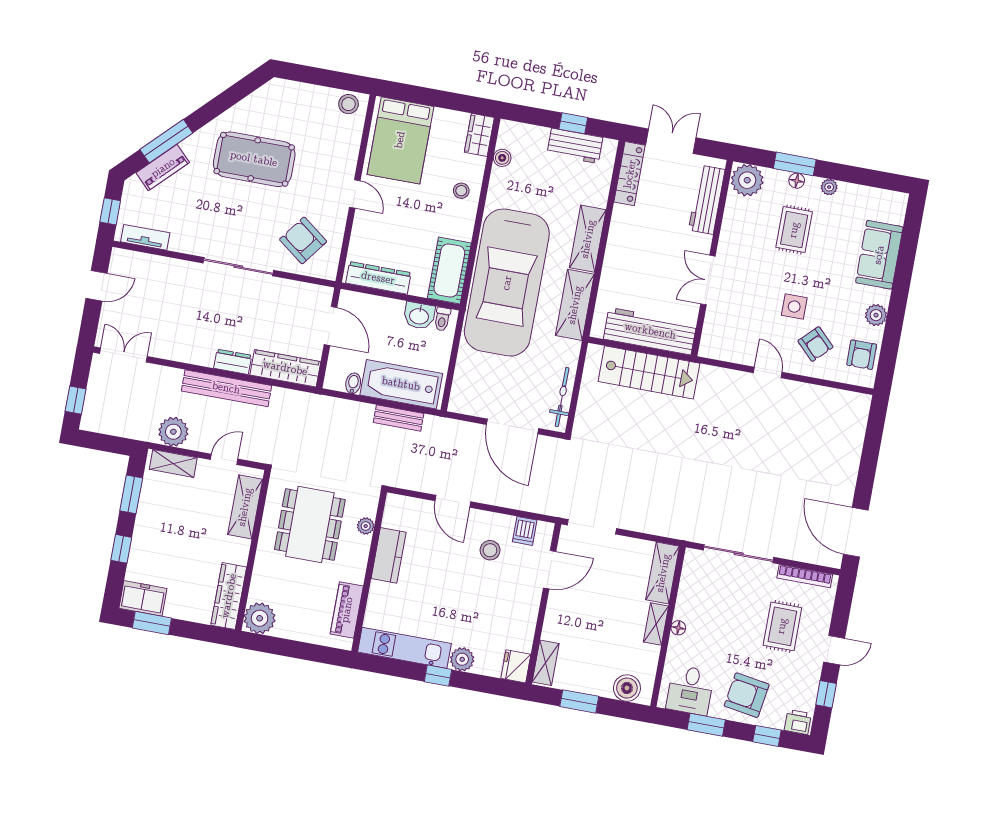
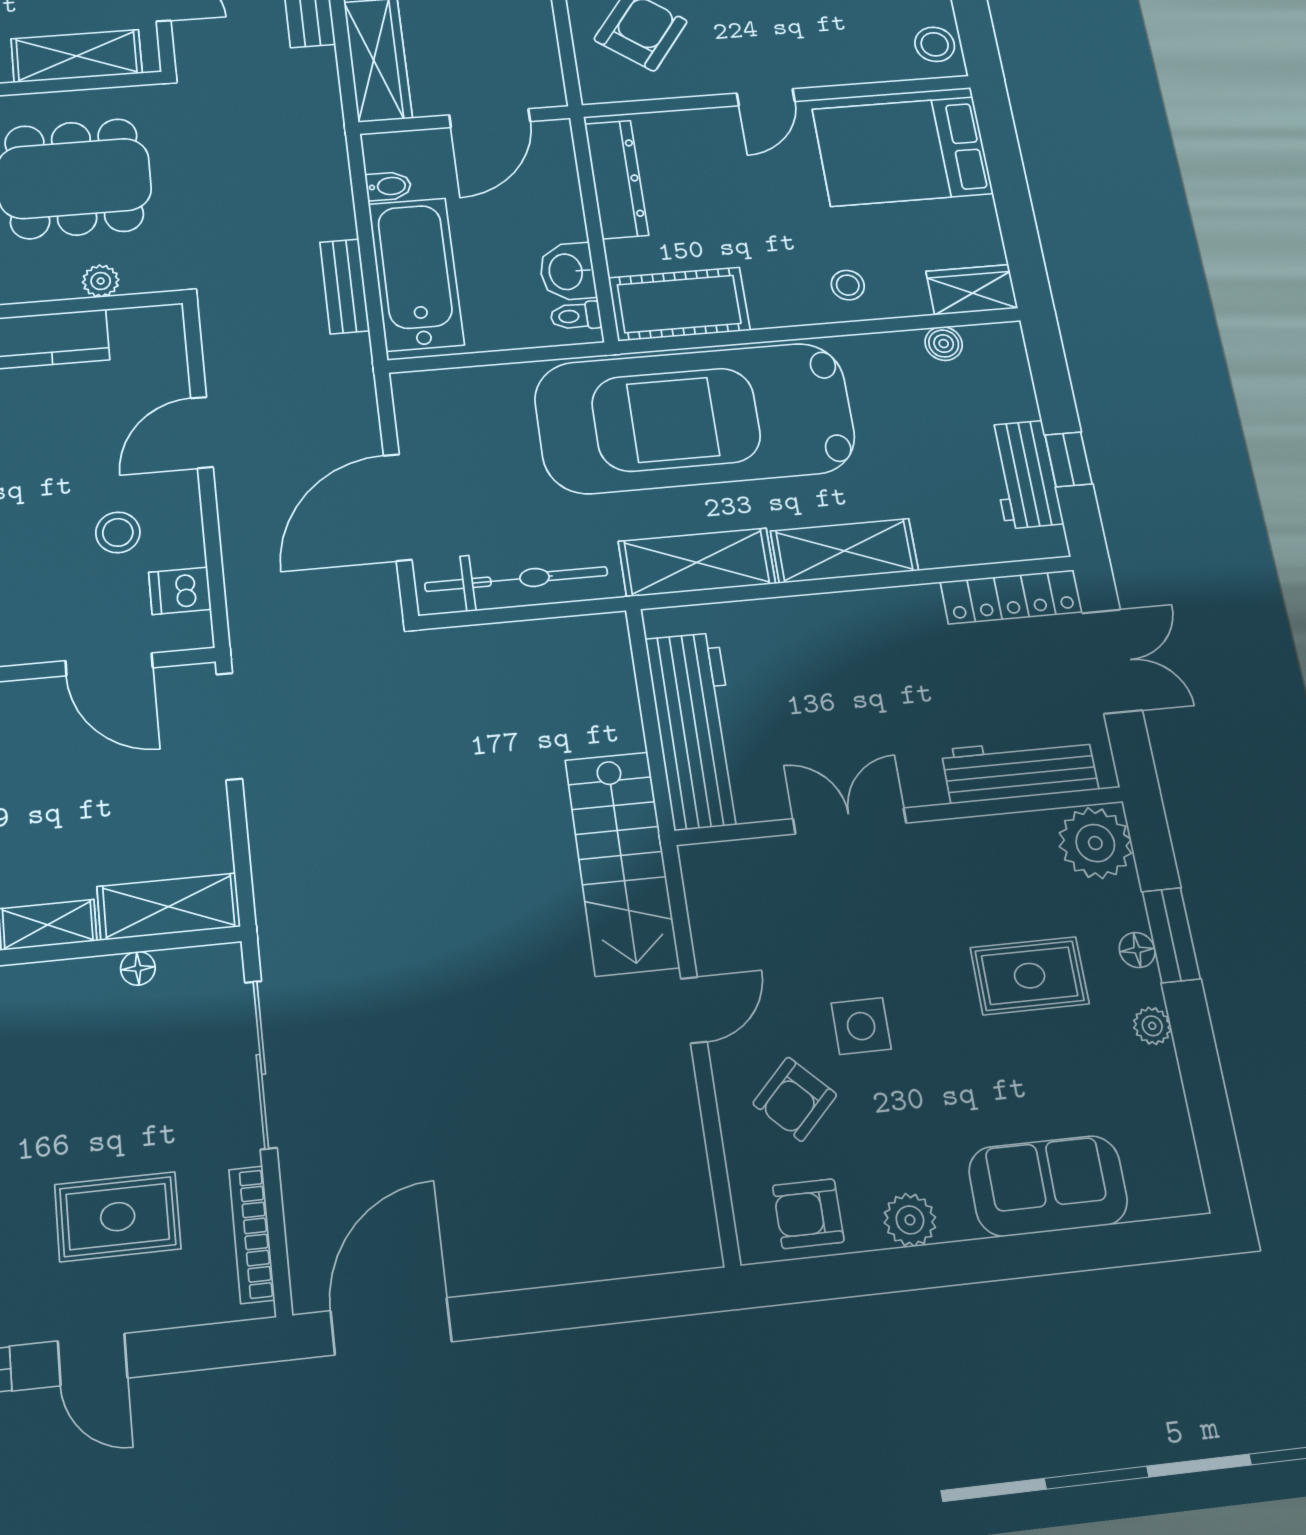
stairs: (649, 372) -> (622, 863), moved
bicycle: (562, 397) -> (516, 579), width x1.37, depth x1.40
floor lamp: (678, 628) -> (138, 968), moved

